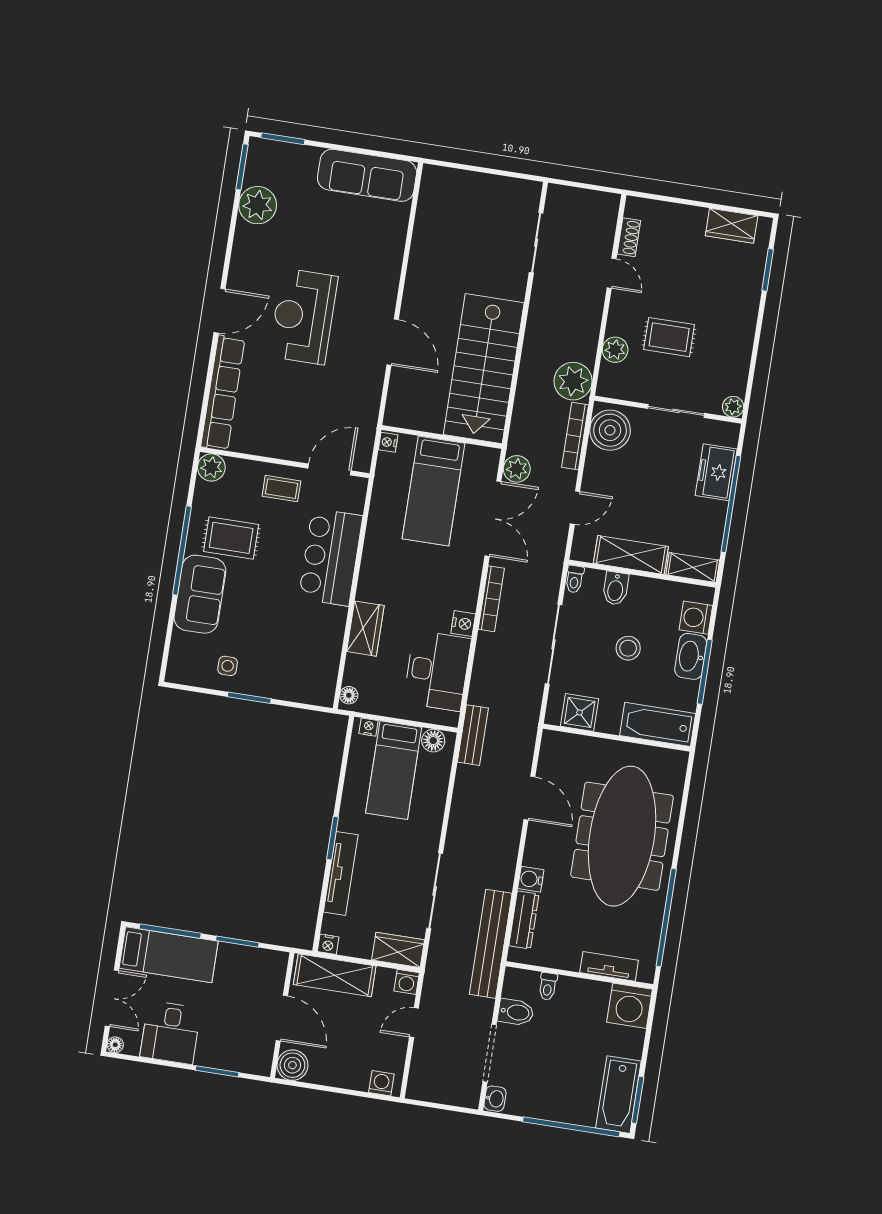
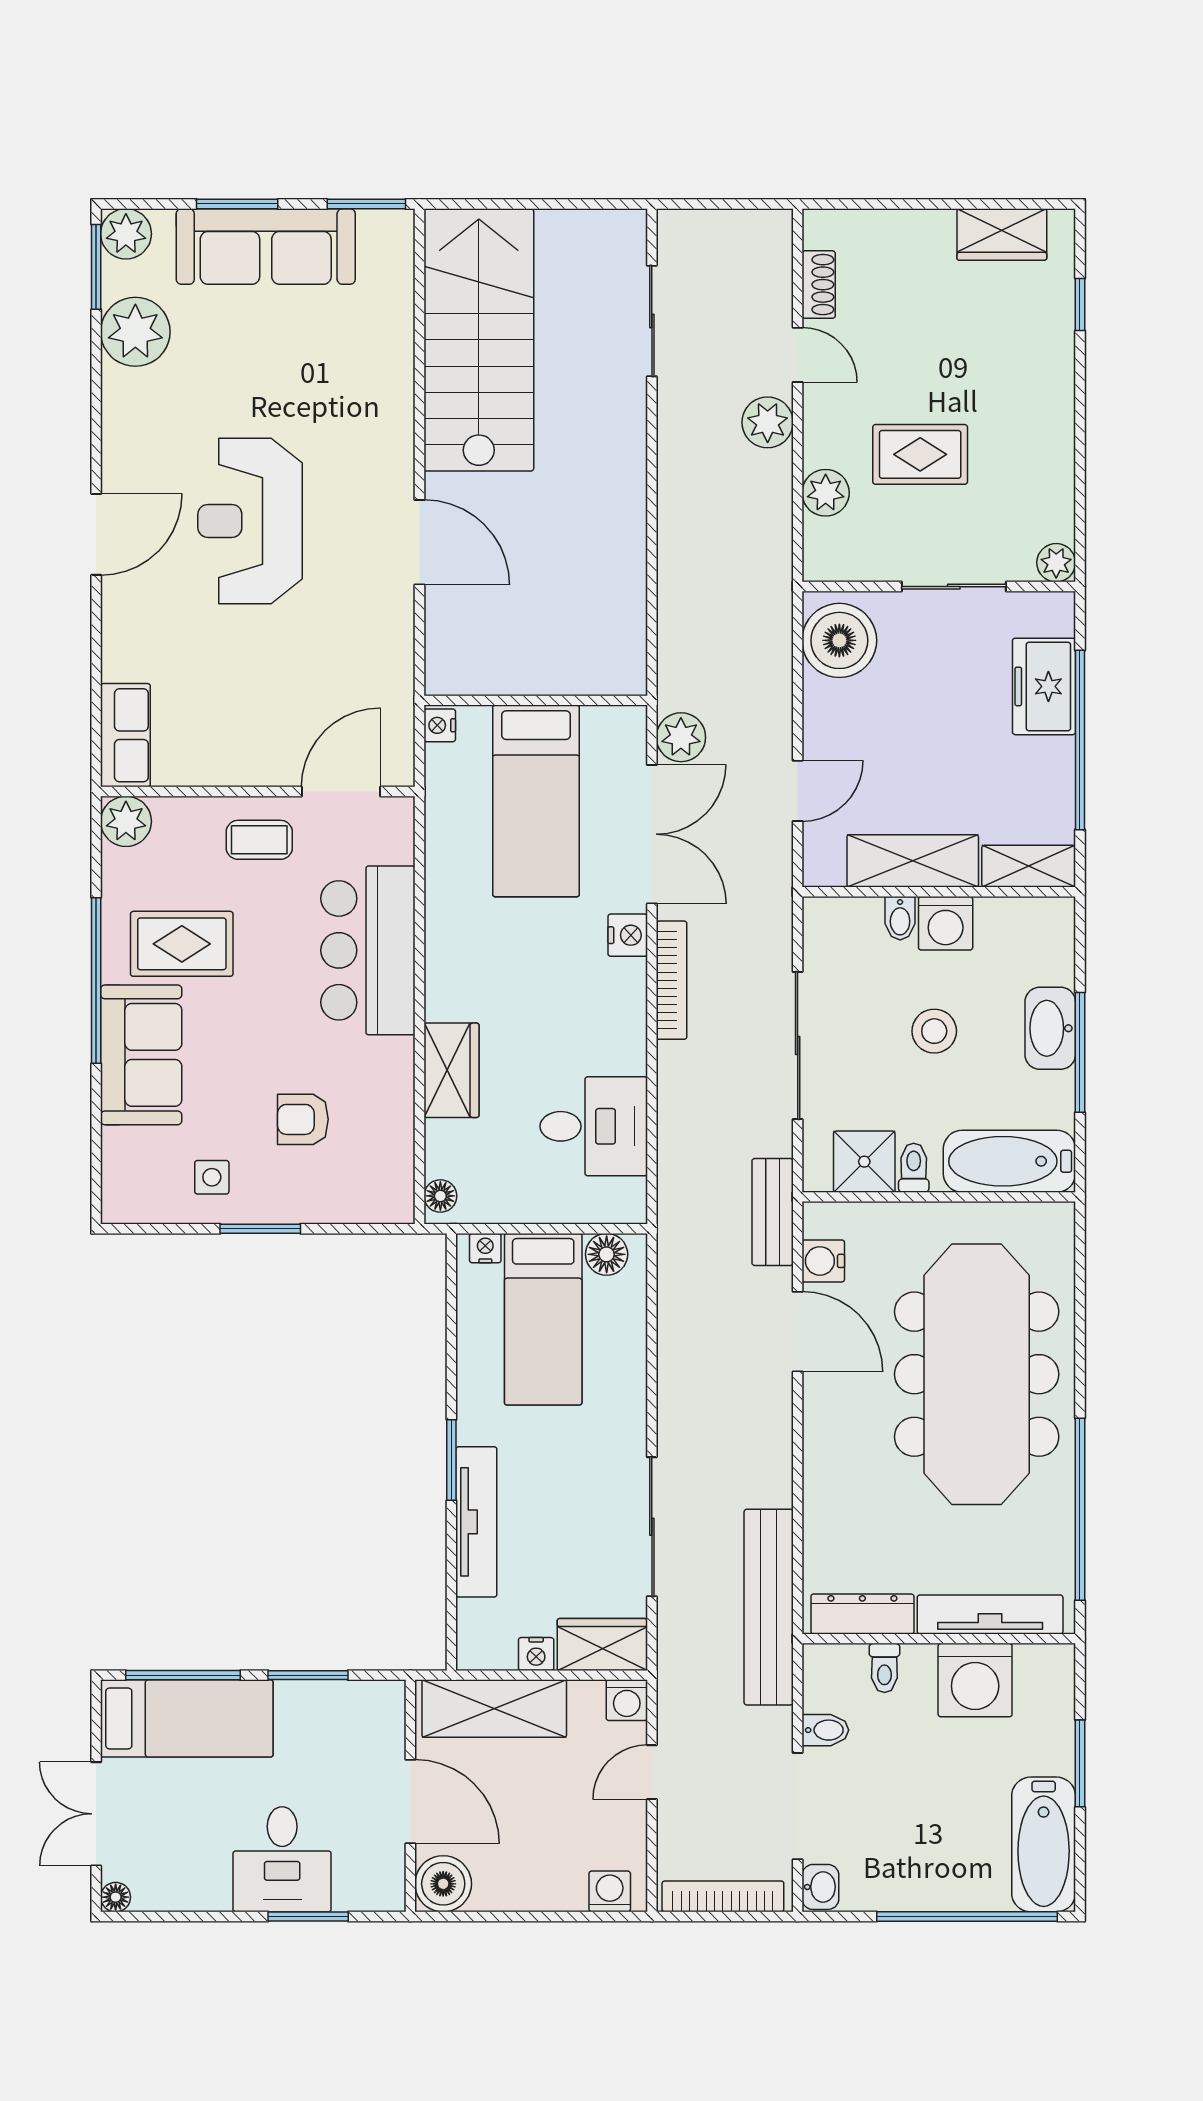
window: (283, 139) -> (237, 204), moved
plant: (261, 152) -> (126, 234), added
window: (393, 156) -> (366, 204), added
sofa: (367, 175) -> (266, 246), moved
window: (768, 270) -> (1080, 304), width x0.67
stairs: (484, 369) -> (479, 340), moved, turned 180
plant: (573, 381) -> (768, 422), moved, width x0.73, depth x0.73
row of seats: (223, 393) -> (125, 735), width x0.50
bookcase: (575, 436) -> (723, 1896), moved, turned 90
toilet: (575, 579) -> (914, 1168), moved, turned 180
bidet: (616, 588) -> (900, 918), width x0.72, depth x0.74
washing machine: (696, 618) -> (946, 923), moved, turned -90
nightstand: (463, 624) -> (628, 935), moved
armchair: (281, 643) -> (303, 1119), added
desk: (437, 671) -> (594, 1126), width x0.73
bench: (473, 735) -> (773, 1212), moved
water cooler: (531, 879) -> (823, 1261), moved
dresser: (524, 920) -> (862, 1614), moved, turned -90
nightstand: (328, 944) -> (536, 1654), moved
tv unit: (609, 966) -> (990, 1614), width x1.41
double door: (112, 998) -> (96, 1814), swing flipped
washing machine: (630, 1006) -> (975, 1680), moved
bidet: (516, 1012) -> (825, 1730), width x0.72, depth x0.74
desk: (170, 1033) -> (282, 1859), moved
window: (638, 1100) -> (1080, 1763), moved

